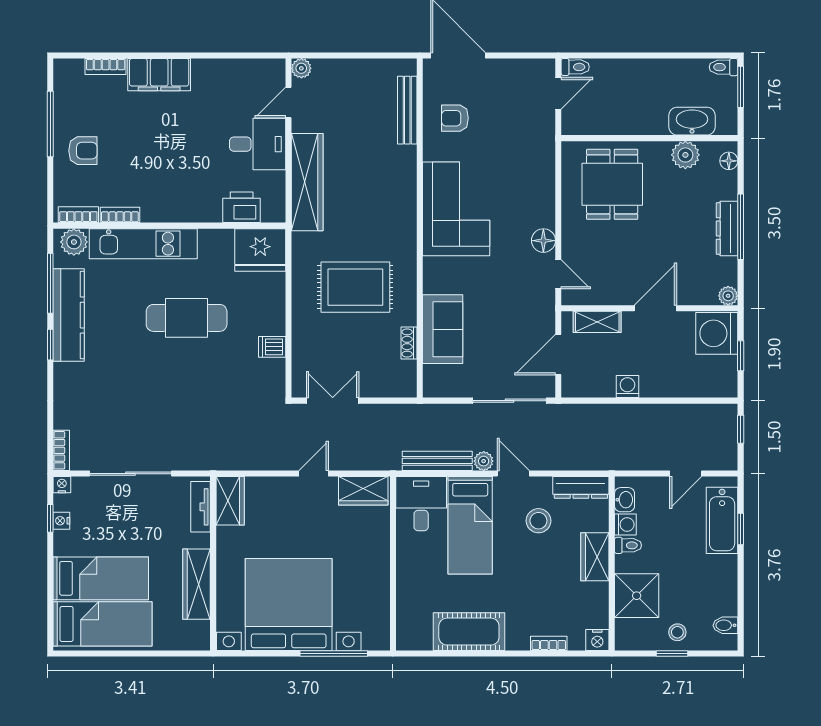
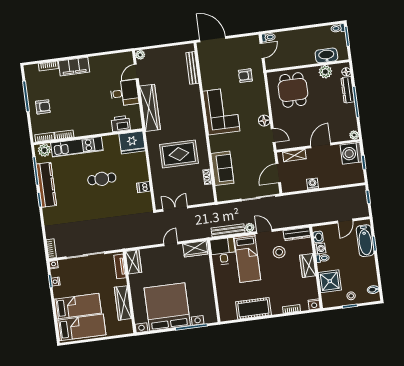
armchair: (455, 118) -> (245, 76), moved
dresser: (727, 228) -> (348, 90), moved
cafe table: (187, 318) -> (102, 179), width x0.73, depth x0.74

